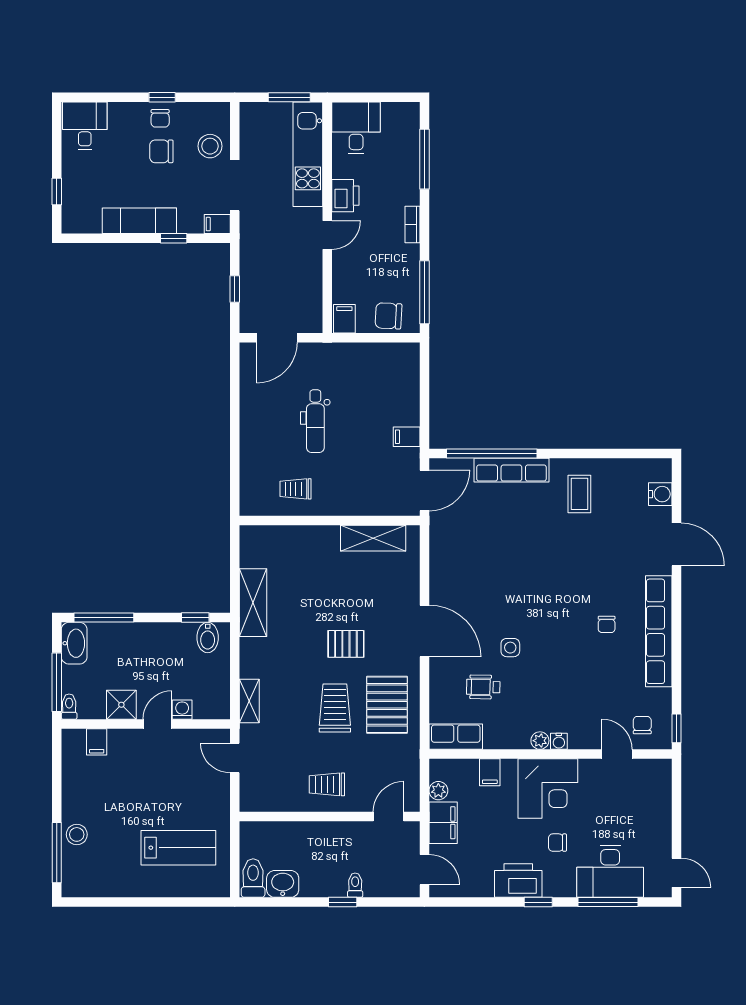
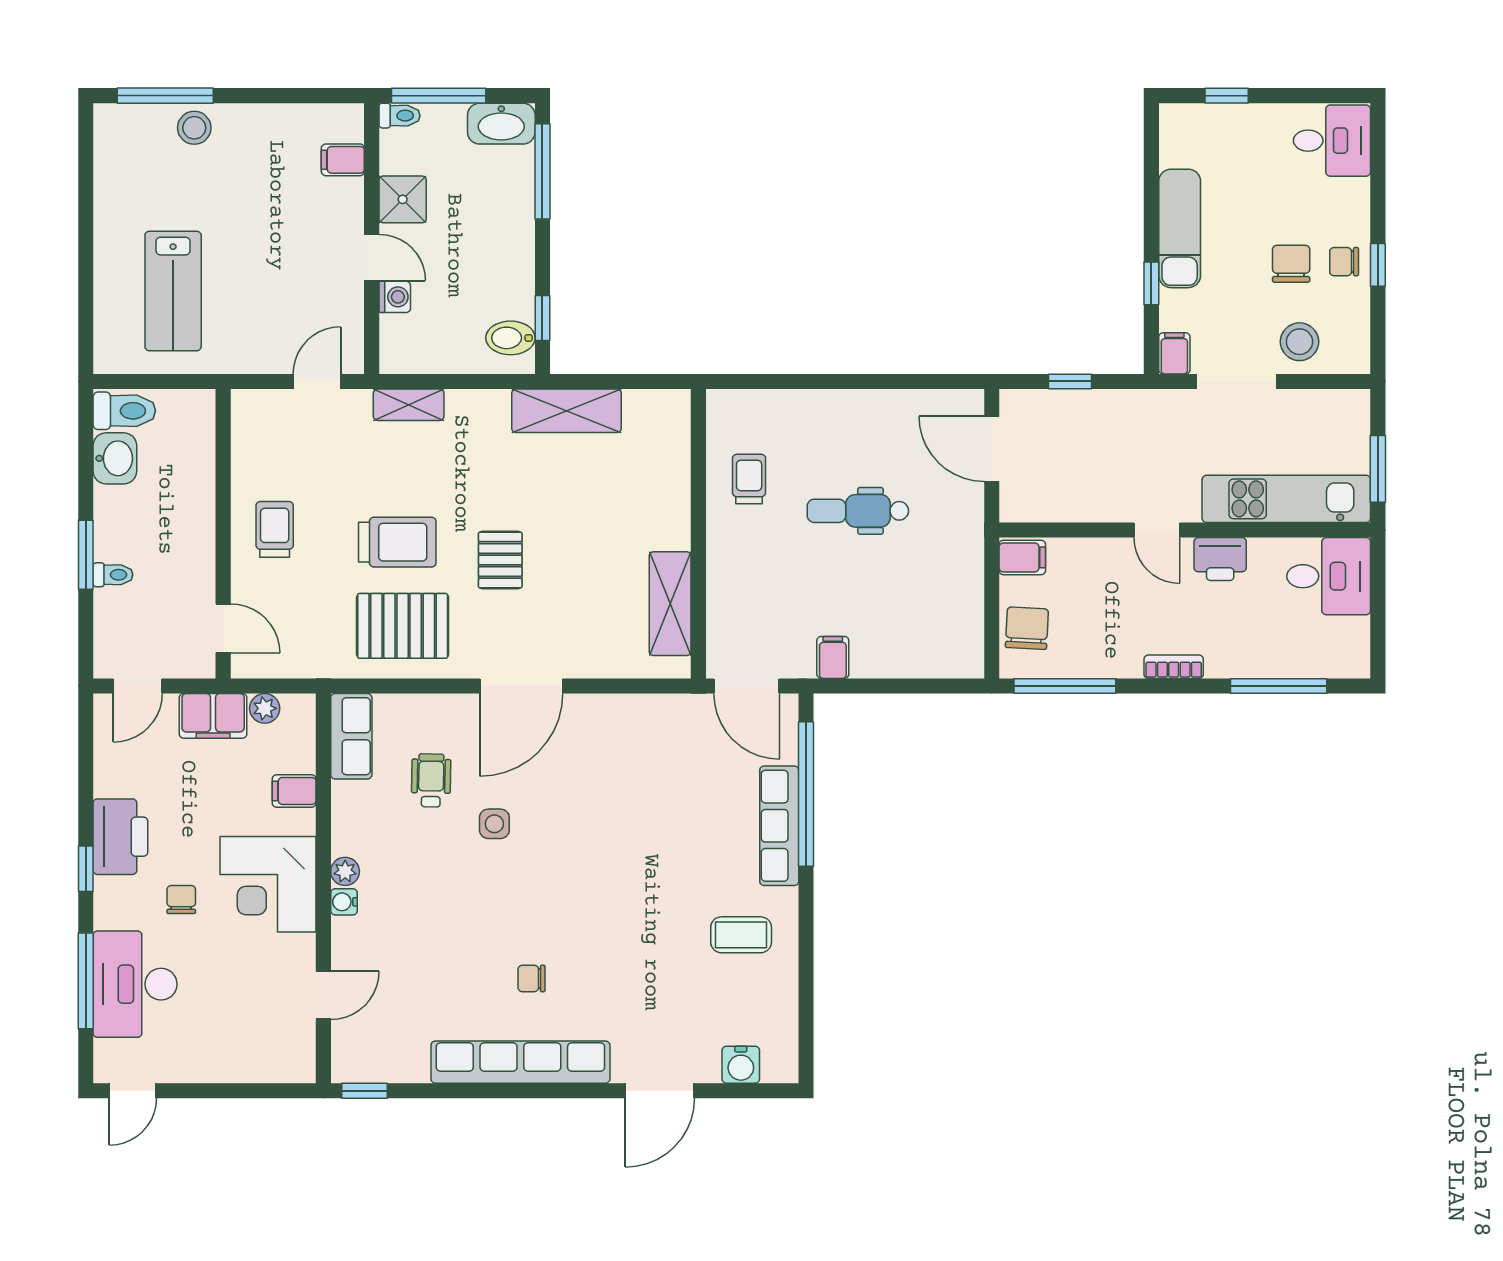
chair: (642, 725) -> (370, 1036), removed
window: (343, 902) -> (86, 555), width x1.50

